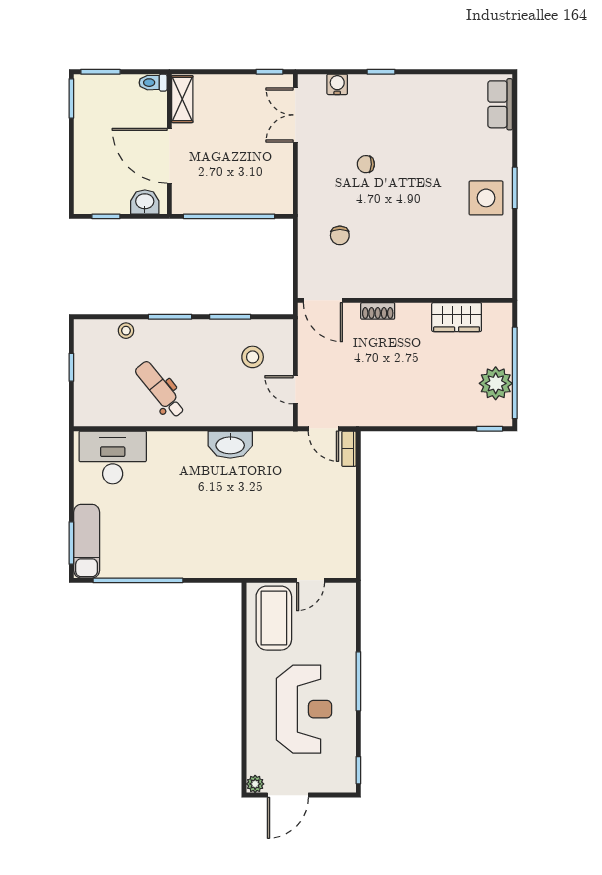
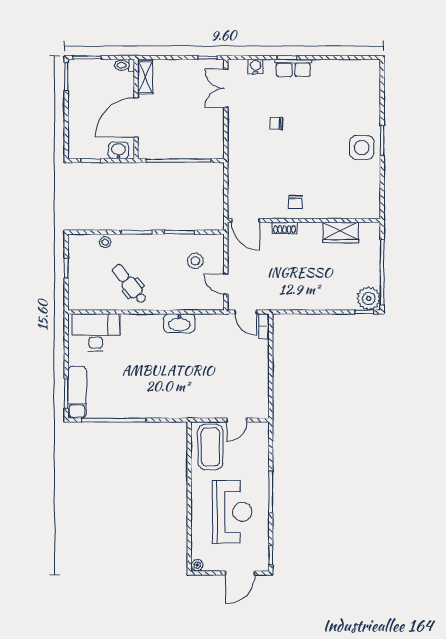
row of seats: (500, 104) -> (293, 68), moved, turned -90
door: (169, 156) -> (136, 117), hinge flipped
chair: (340, 235) -> (295, 202), moved
plant: (496, 383) -> (369, 298), moved
door: (288, 795) -> (240, 573), moved

